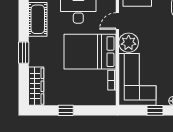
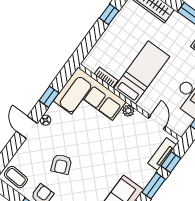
plant: (129, 43) -> (128, 111), width x0.53, depth x0.53
bed: (90, 52) -> (142, 72), width x0.67

